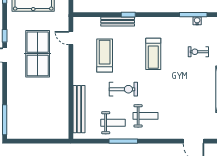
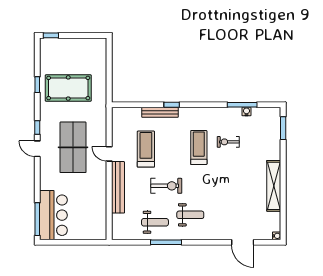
door: (71, 38) -> (109, 154), moved
exercise bike: (198, 52) -> (228, 142), moved
treadmill: (153, 54) -> (199, 147), turned 180
bench: (79, 109) -> (118, 187), moved
bar counter: (20, 116) -> (53, 215), added

